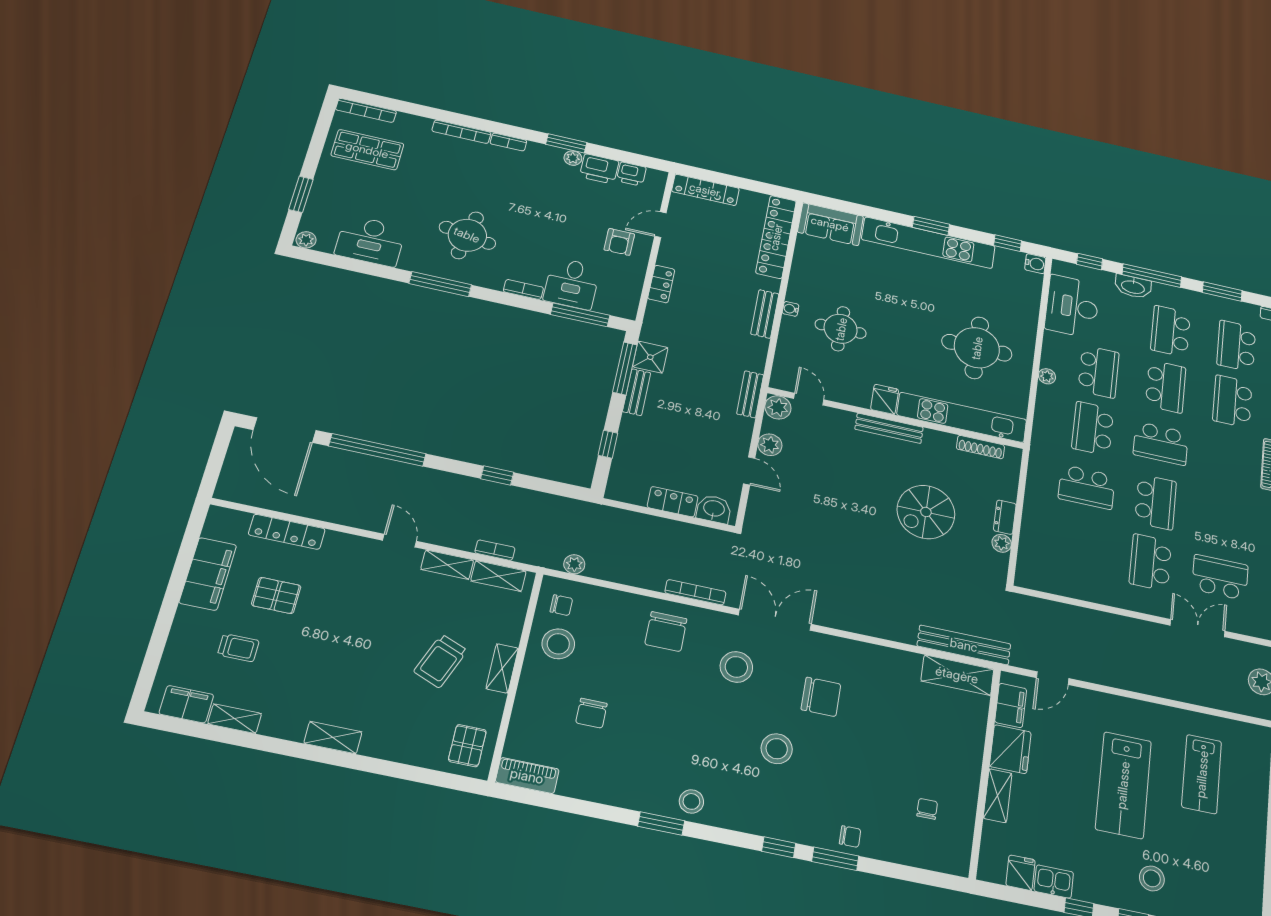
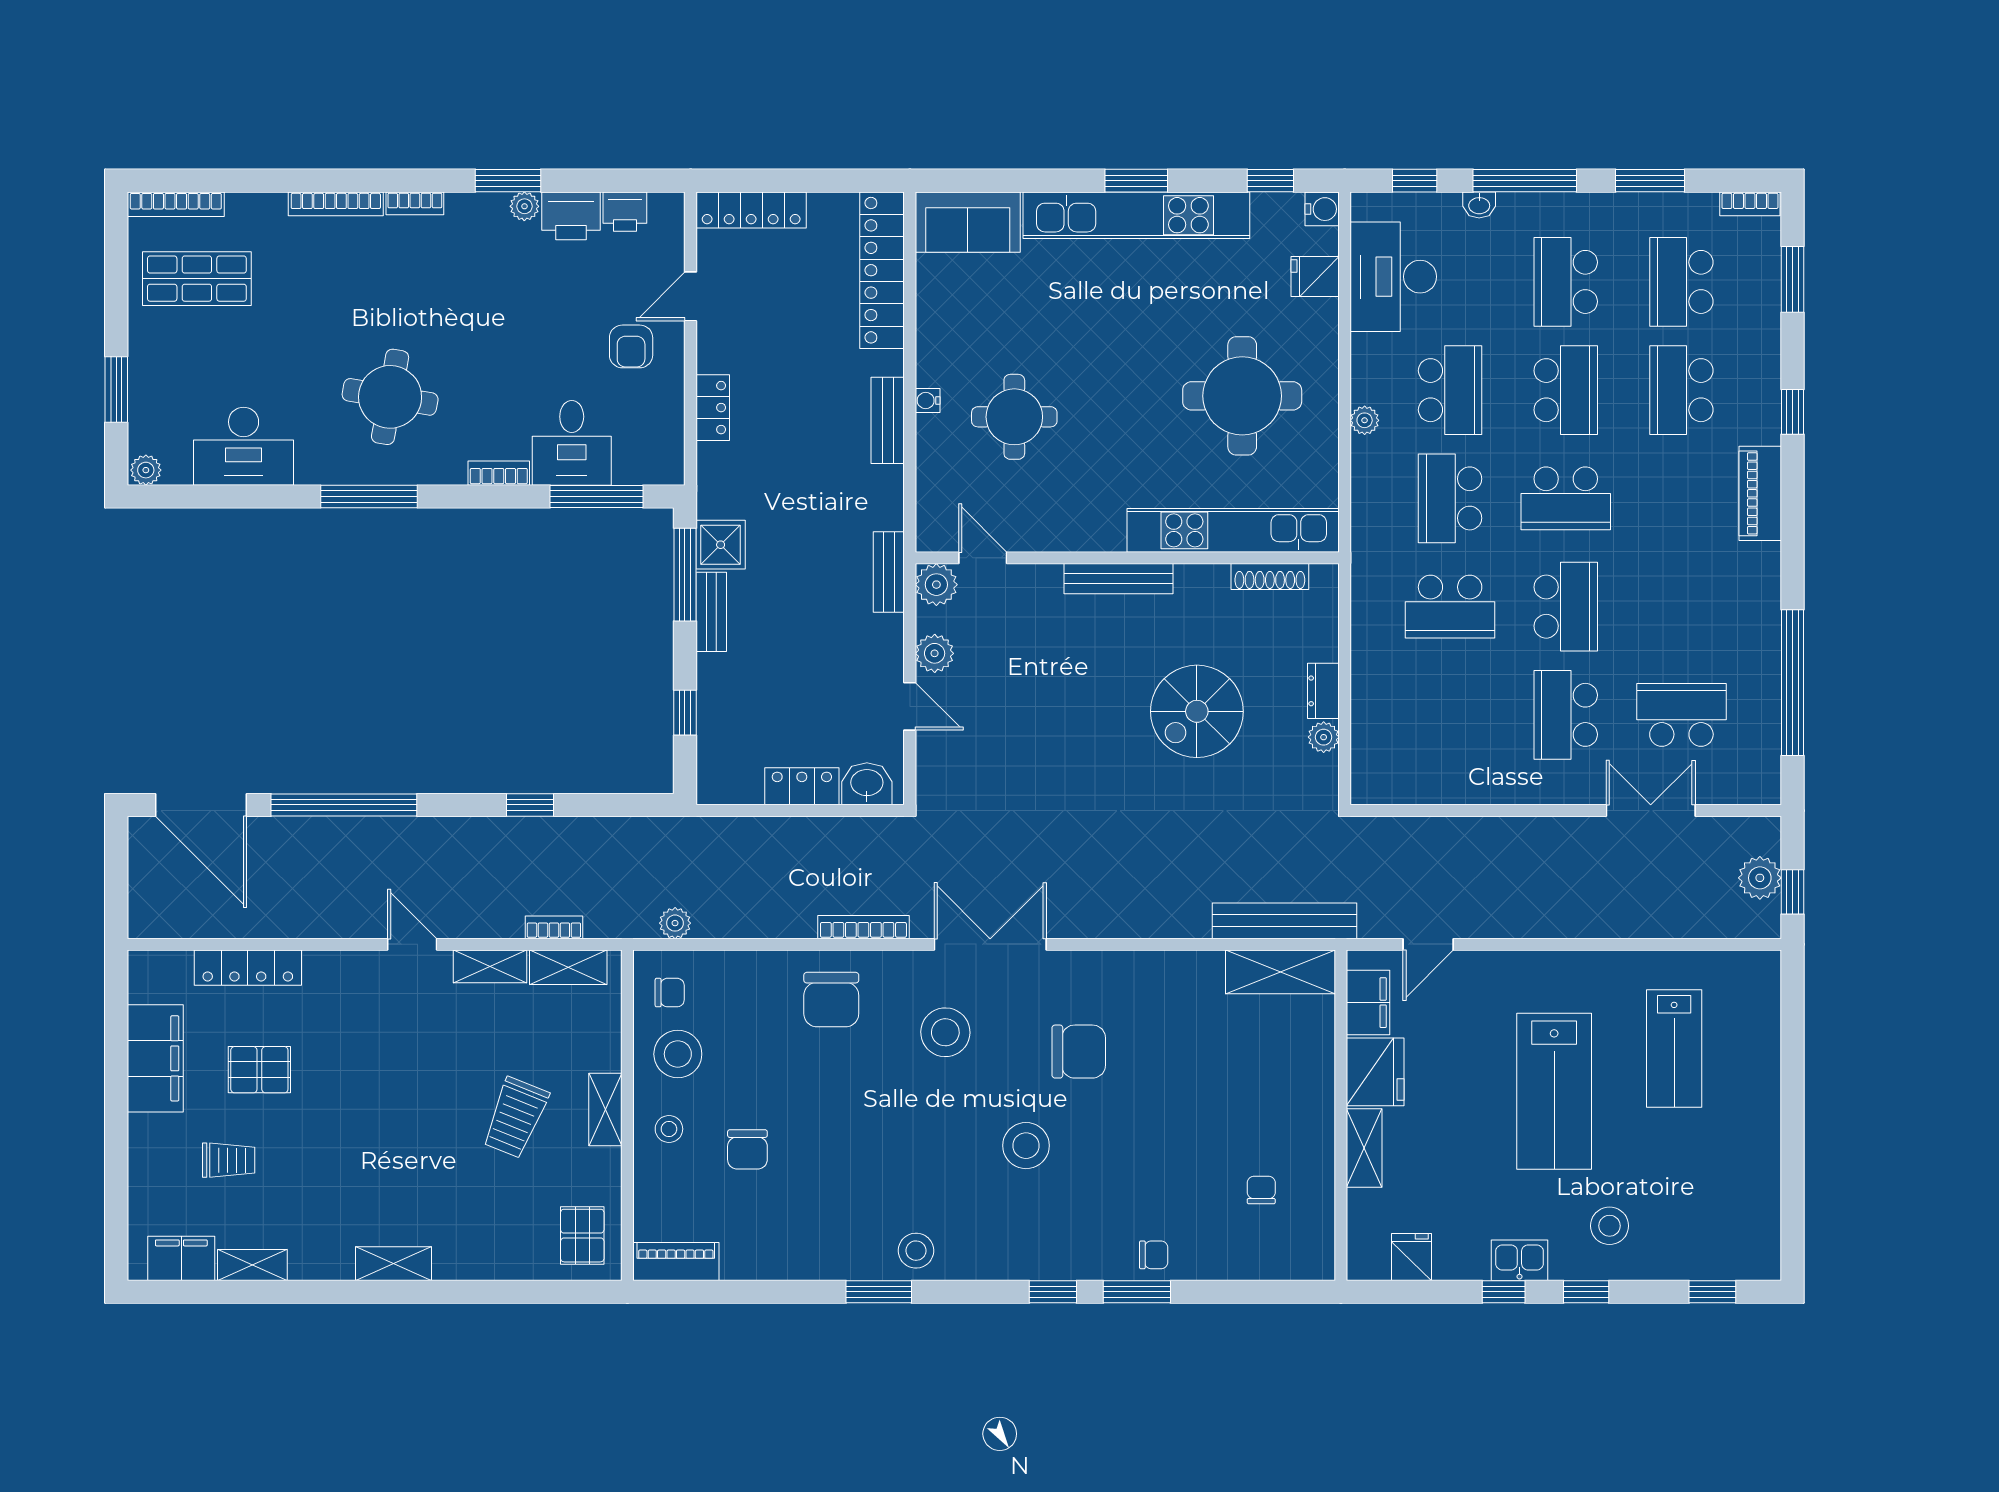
washbasin: (1133, 287) -> (1479, 205), width x0.52, depth x0.69
fridge: (885, 399) -> (1315, 277), moved, turned -90
stool: (542, 689) -> (669, 1129), added
kitchen sink: (1054, 882) -> (1519, 1260), moved

